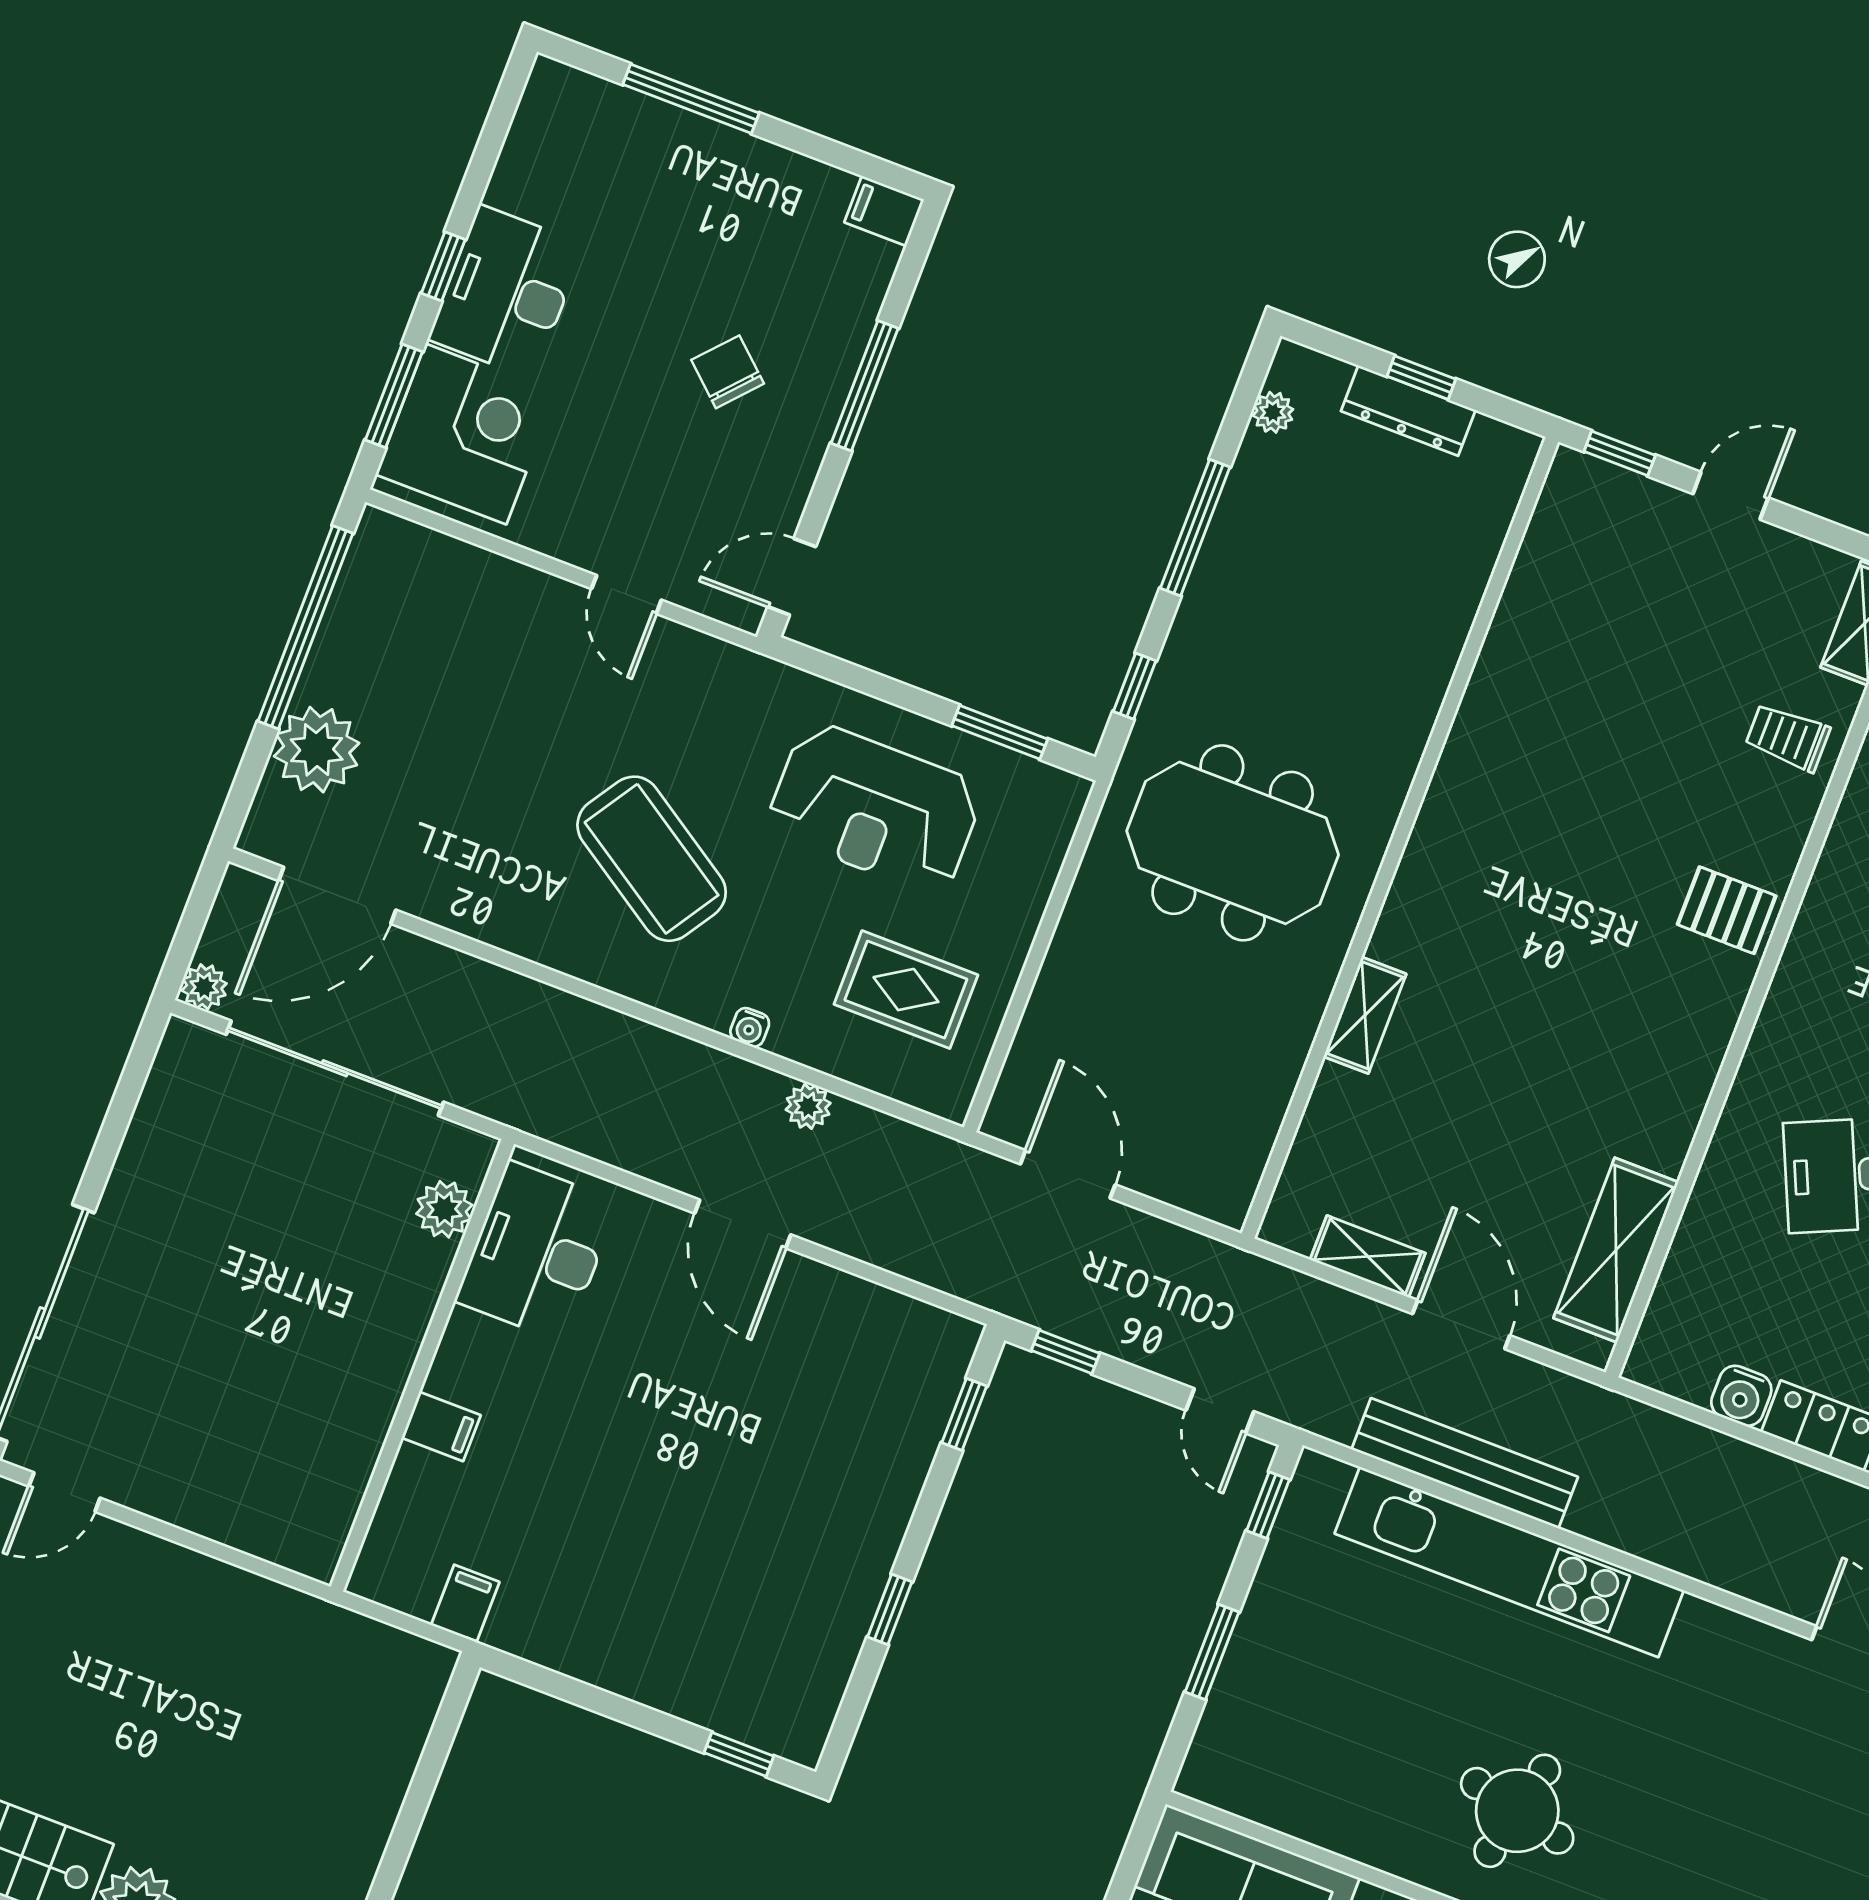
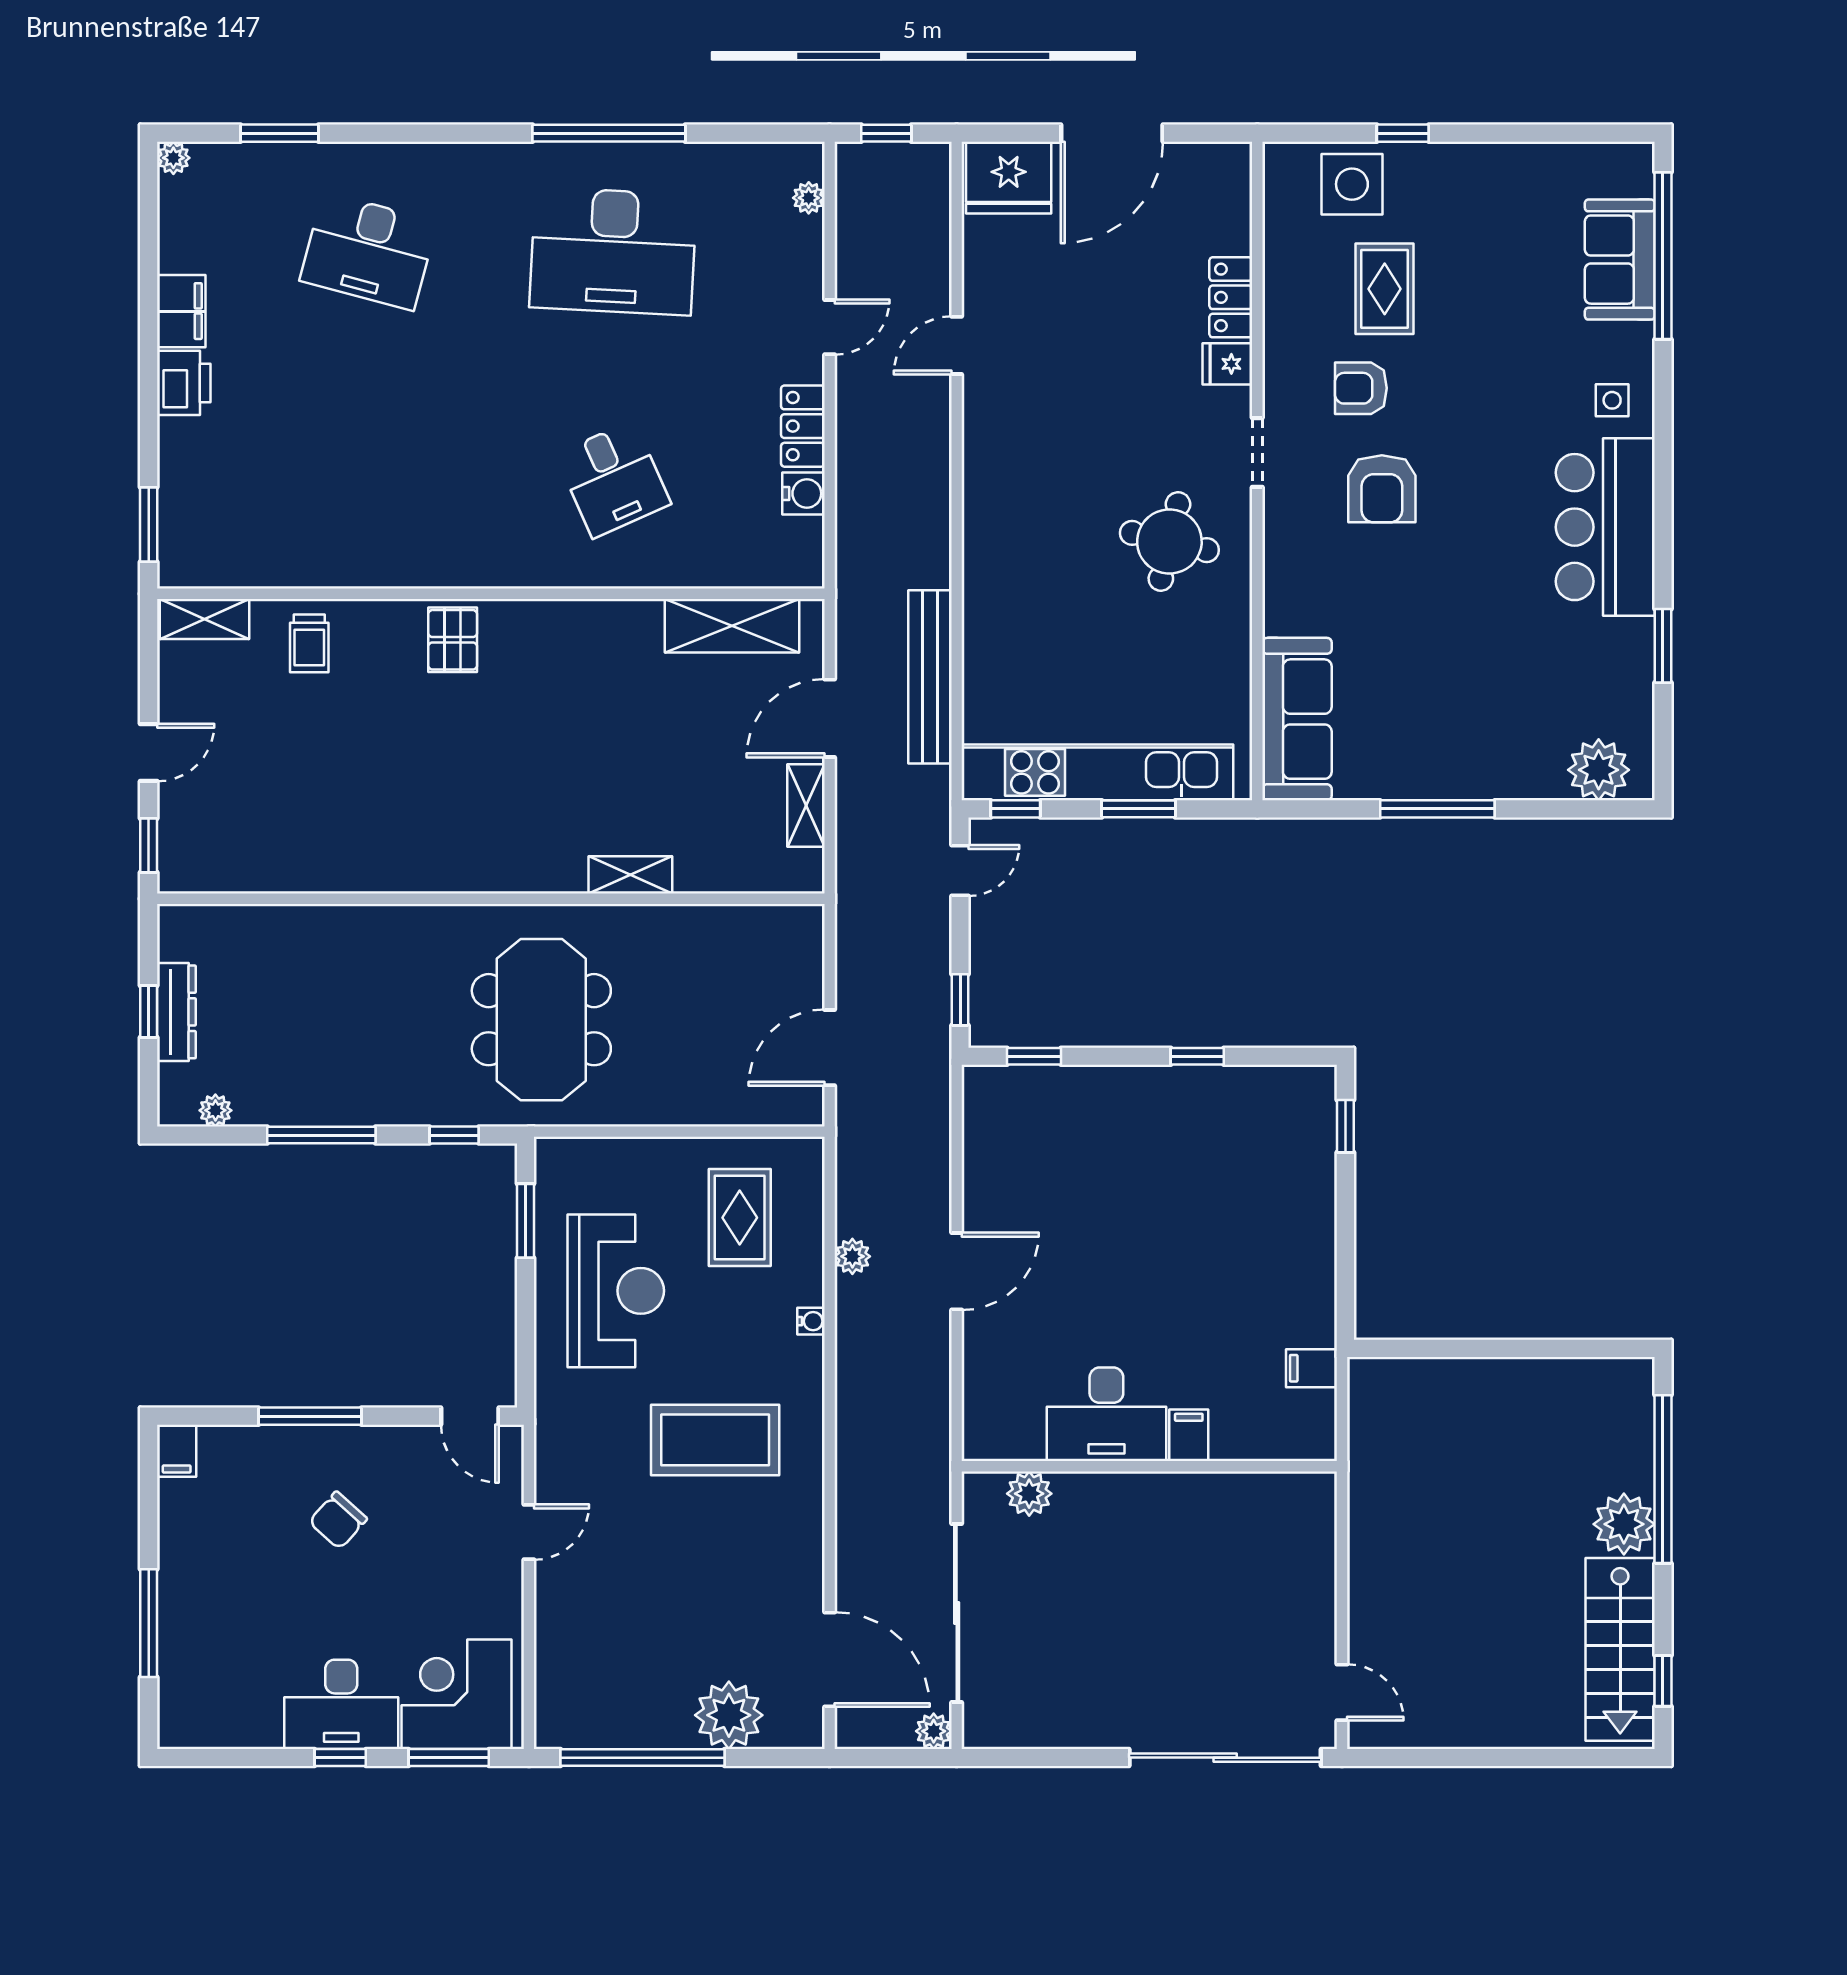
door: (1731, 496) -> (149, 753), swing flipped
coffee table: (652, 859) -> (715, 1440), turned 57
desk: (537, 1252) -> (1106, 1414), moved
kitchen unit: (1509, 1562) -> (1097, 772), moved, turned -90

